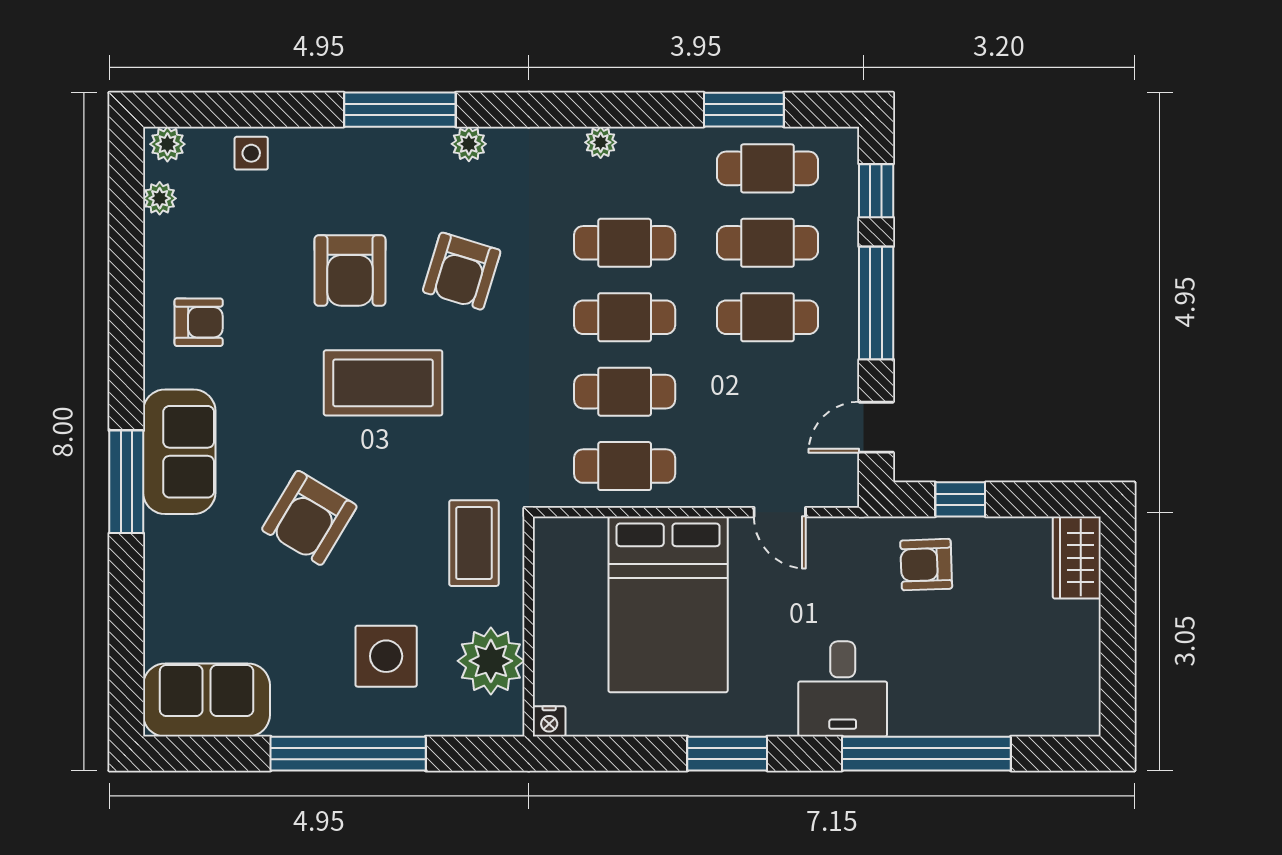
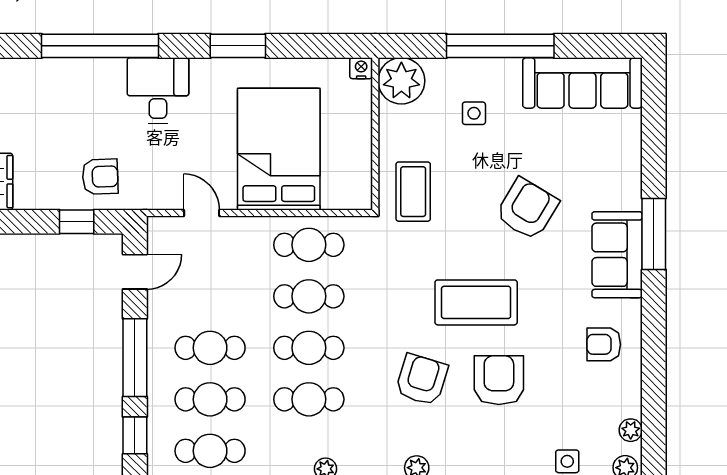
side table: (386, 656) -> (474, 113), width x0.54, depth x0.54
plant: (491, 661) -> (401, 81), moved
sofa: (207, 700) -> (582, 83), width x1.36

